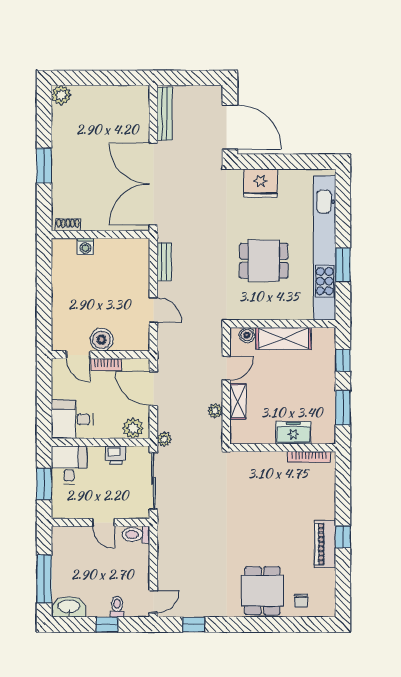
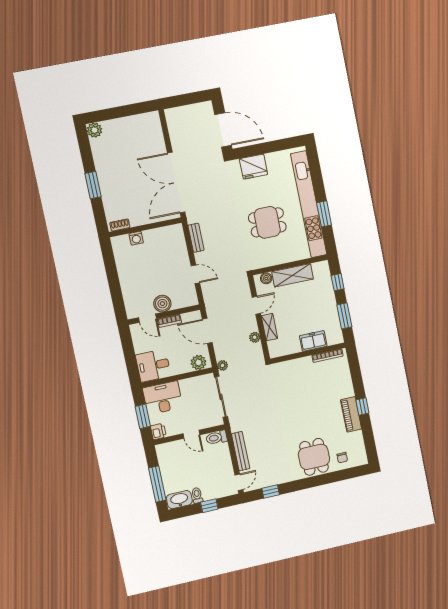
bench: (164, 114) -> (241, 451), moved
printer: (116, 455) -> (158, 431), moved, turned -90
desk: (69, 465) -> (163, 398), width x1.37
toilet: (117, 607) -> (197, 495), moved

